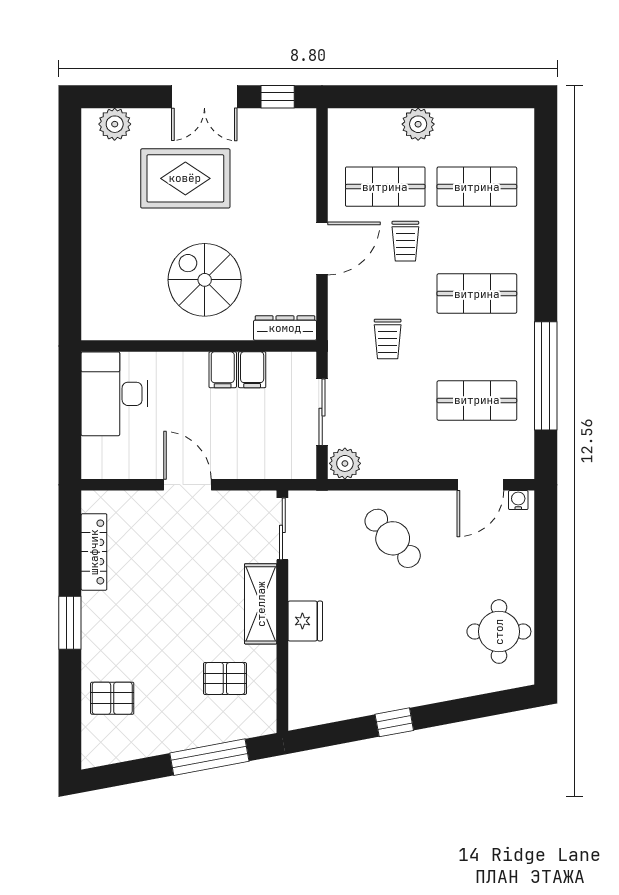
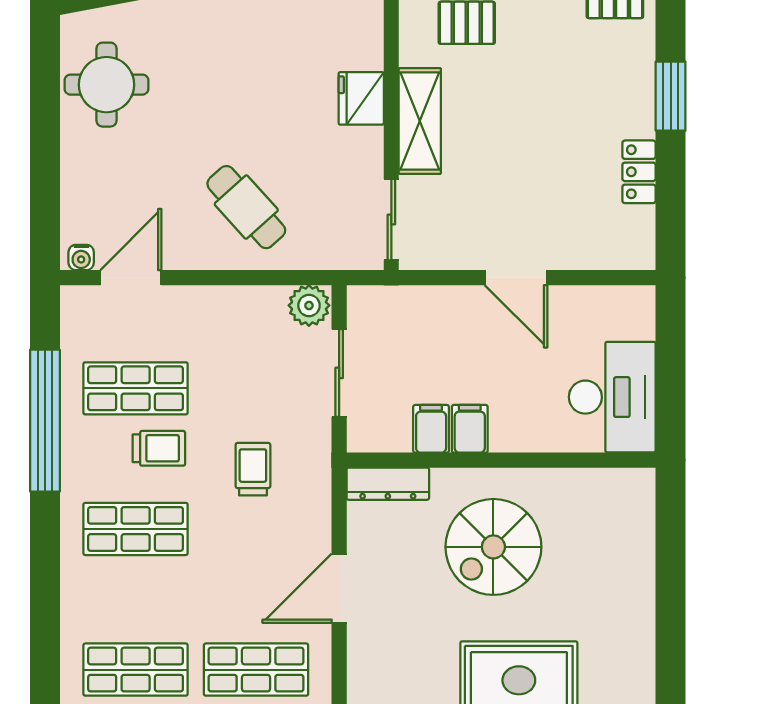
trolley: (405, 241) -> (159, 448), moved, turned 90
spiral stairs: (205, 280) -> (493, 547), turned 90
locker: (94, 552) -> (639, 172), width x0.66

